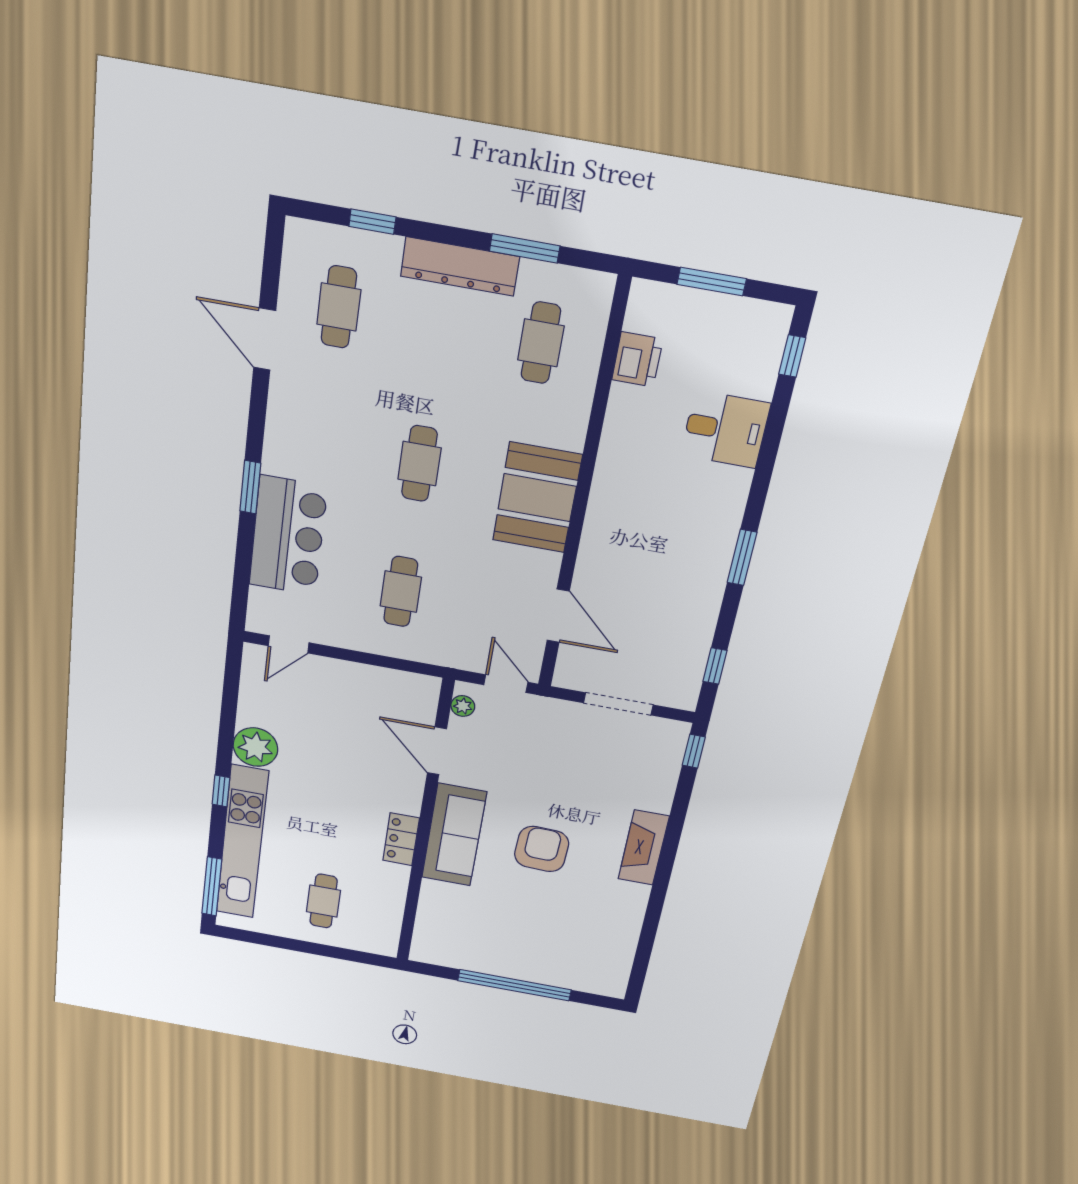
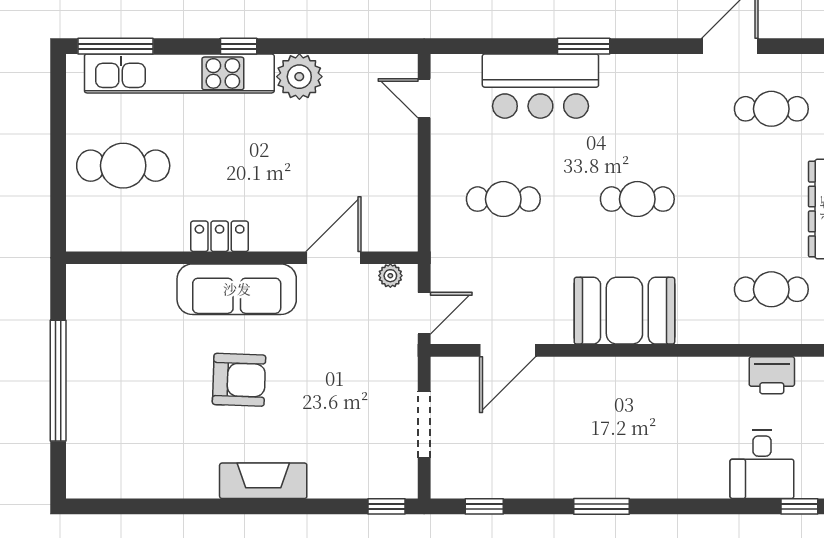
desk: (725, 429) -> (762, 464), moved
cafe table: (324, 901) -> (123, 166), width x1.37, depth x1.35

